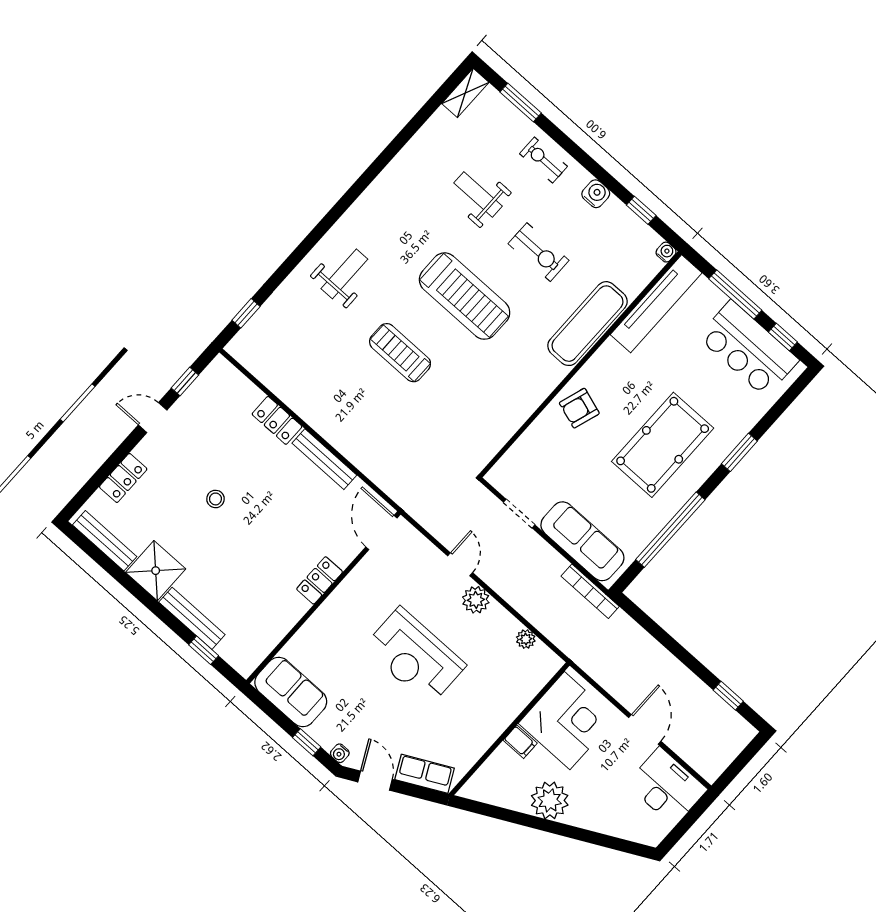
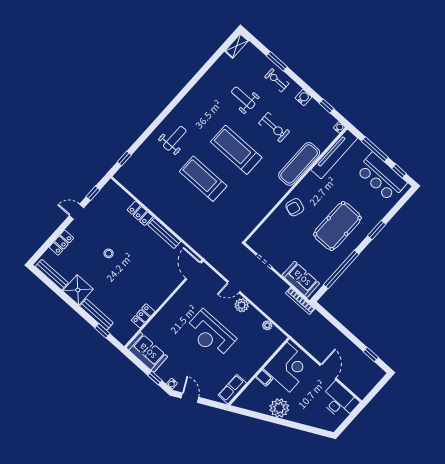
window: (521, 103) -> (277, 61), moved
treadmill: (465, 296) -> (236, 150), turned 180
treadmill: (400, 353) -> (203, 179), width x1.37, depth x1.38
sofa: (582, 541) -> (301, 279), width x0.73
door: (460, 564) -> (234, 287), swing flipped
locker: (320, 580) -> (143, 316), moved
row of seats: (425, 774) -> (232, 389), moved, turned -63

